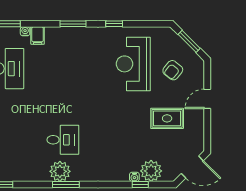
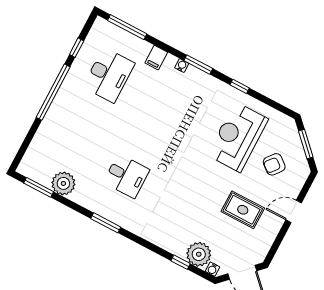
water cooler: (25, 31) -> (182, 66), moved
plant: (60, 171) -> (63, 183), moved
water cooler: (134, 177) -> (212, 269), moved

